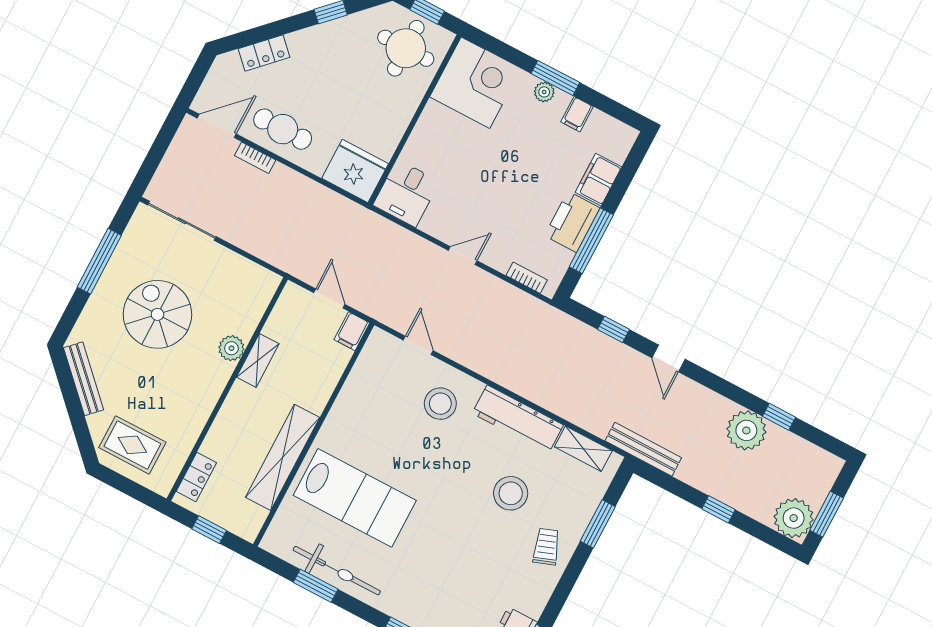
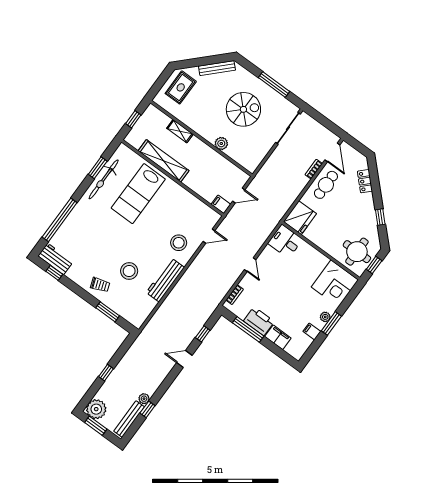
shelving: (258, 360) -> (180, 131), moved
plant: (746, 430) -> (144, 399), width x0.53, depth x0.53
shelving: (583, 449) -> (146, 310), removed
bench: (643, 449) -> (129, 419), moved
locker: (196, 477) -> (160, 117), removed

